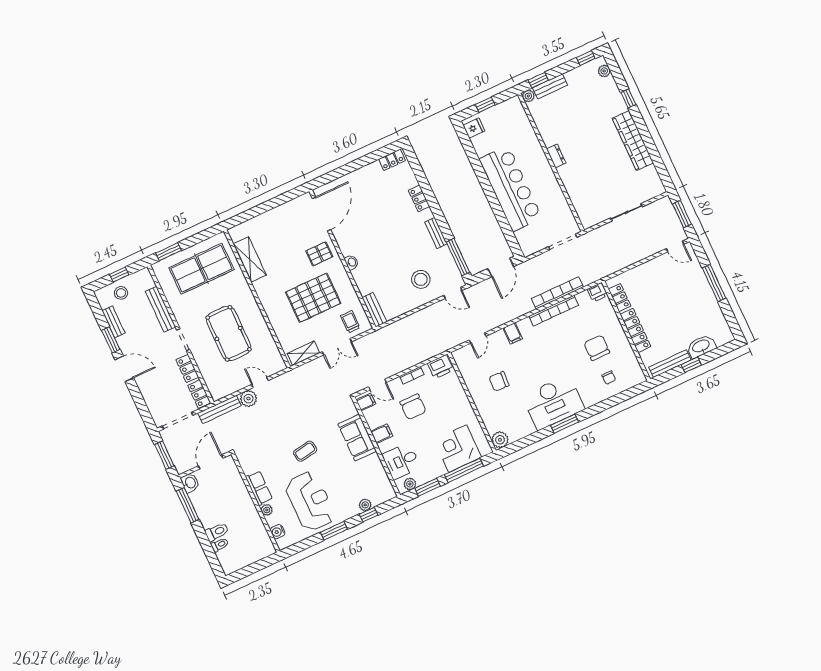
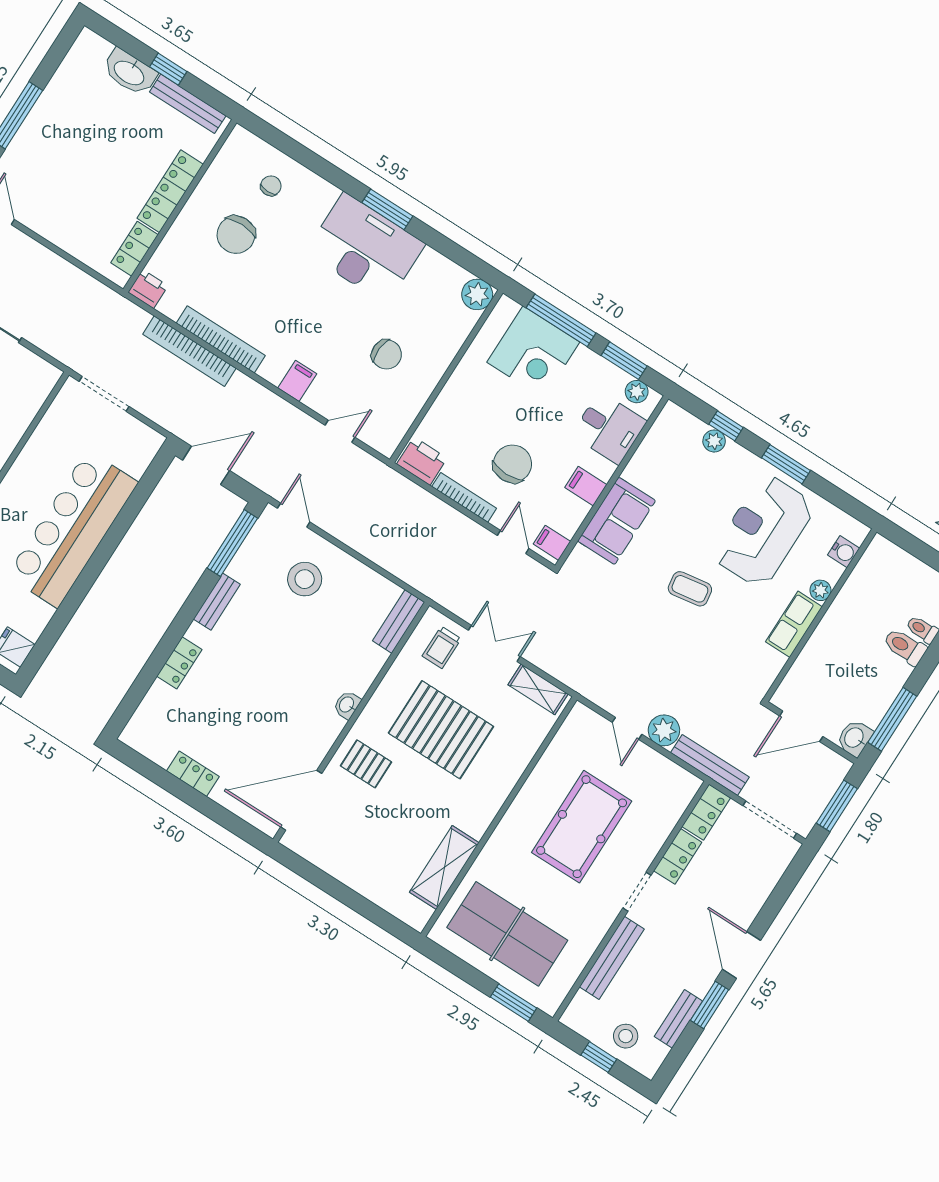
locker: (392, 160) -> (193, 774), moved
bookcase: (412, 375) -> (464, 497), width x1.56

